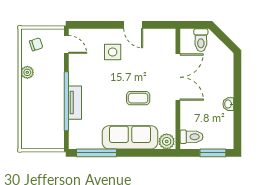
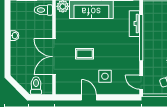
coffee table: (138, 98) -> (85, 54), moved
tv unit: (75, 103) -> (134, 24), moved

